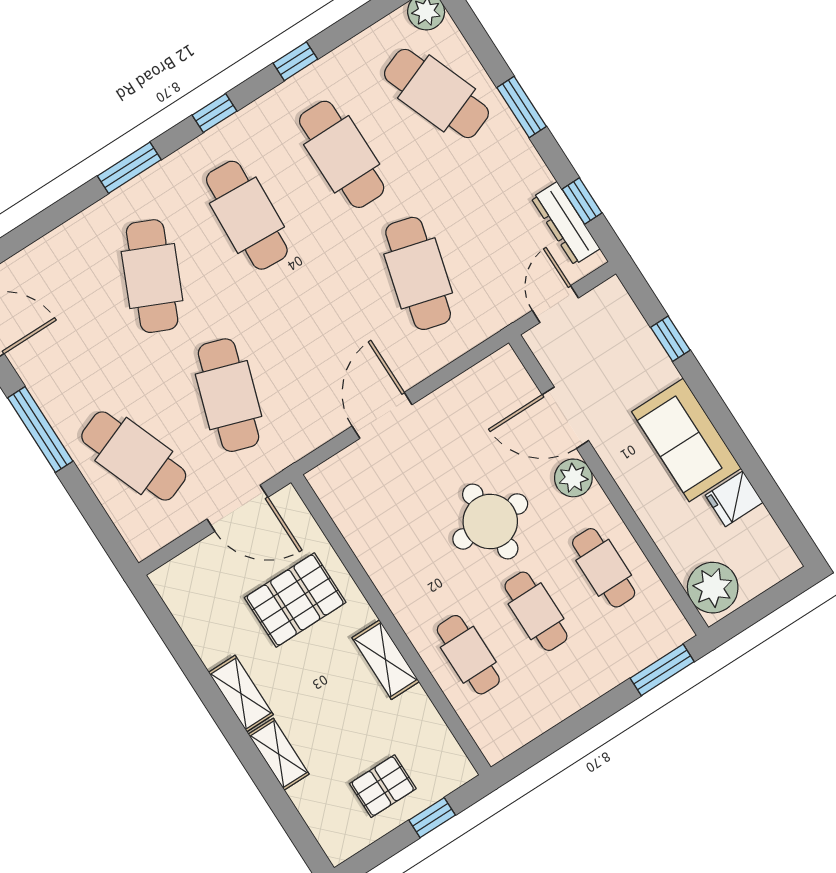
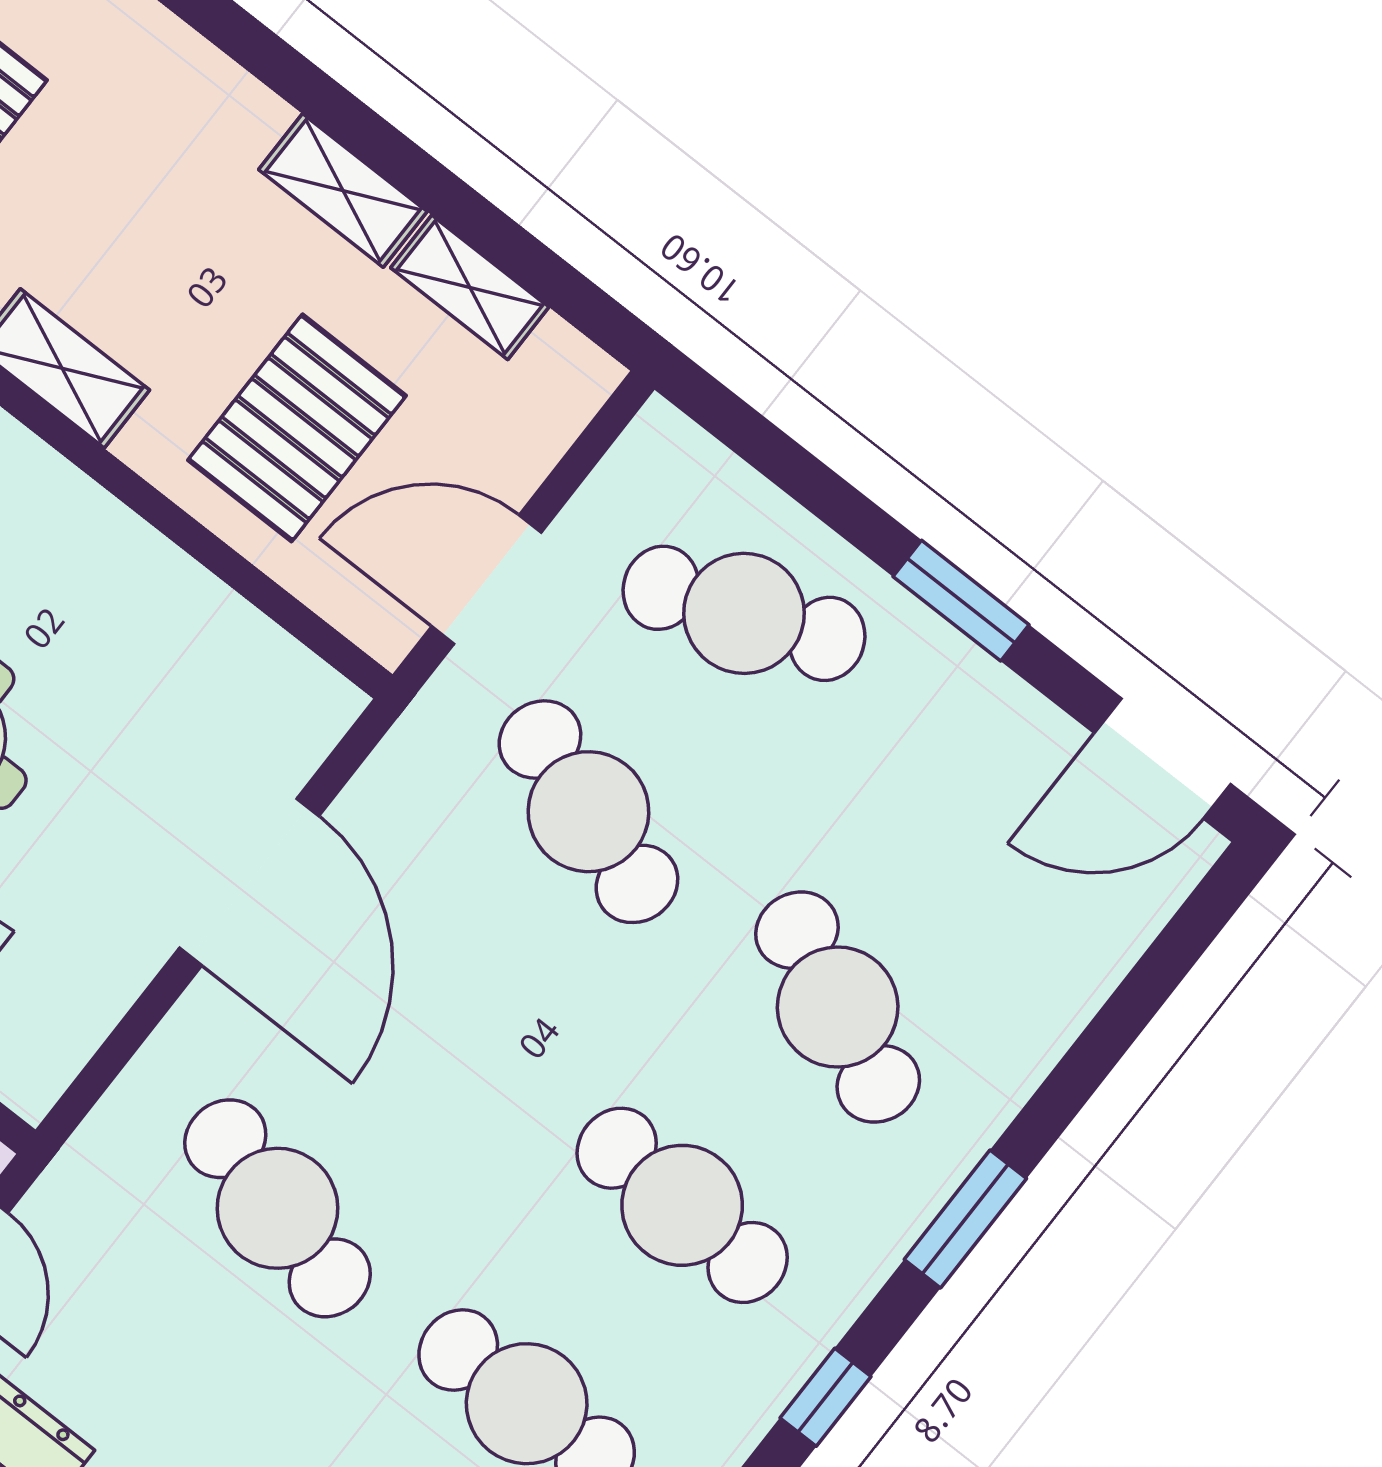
door: (382, 415) -> (249, 882), width x1.36
window: (40, 429) -> (961, 601), width x0.69
shelving: (279, 754) -> (470, 287), moved

